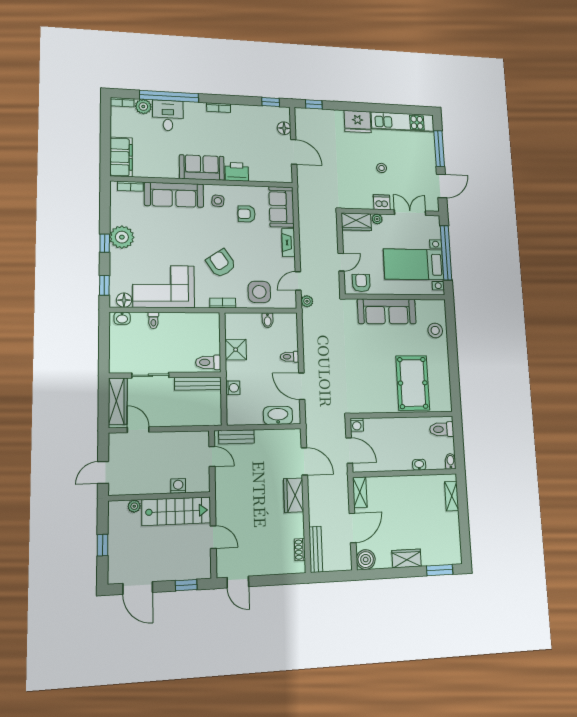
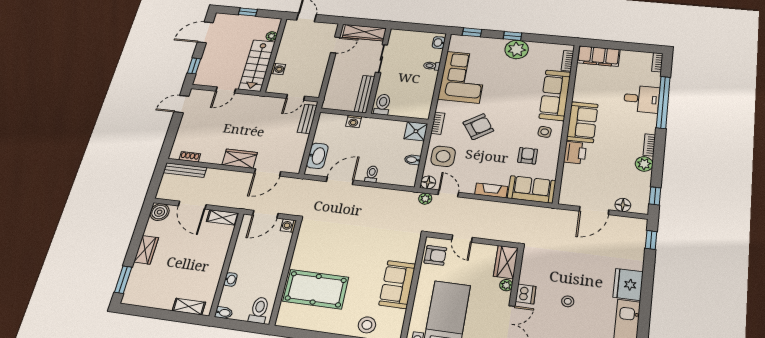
plant: (143, 106) -> (644, 164), moved
floor lamp: (124, 300) -> (428, 182), moved
sofa: (387, 311) -> (397, 284), width x0.73
shower: (236, 350) -> (416, 131), moved

